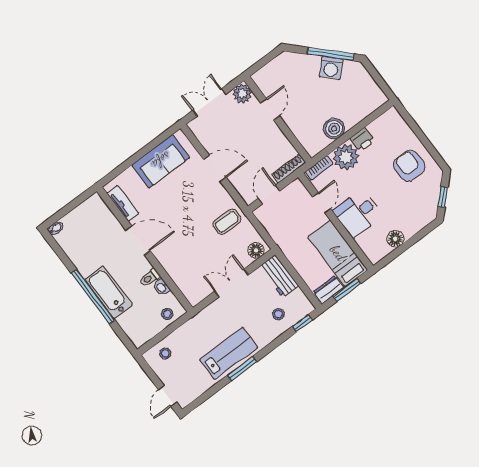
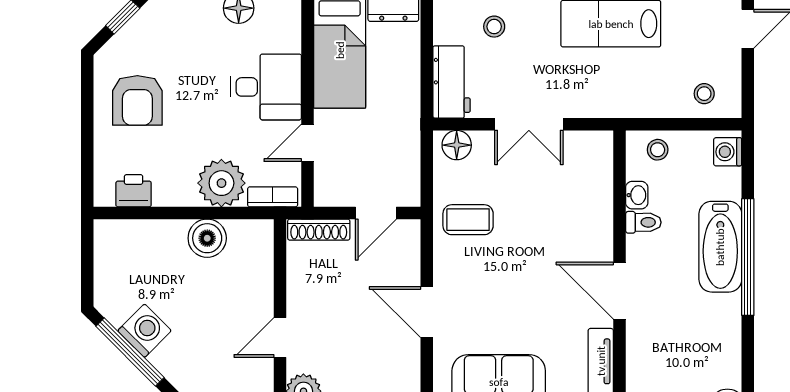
printer: (362, 140) -> (134, 191), moved
washing machine: (136, 336) -> (728, 152), added

